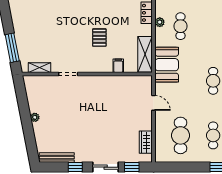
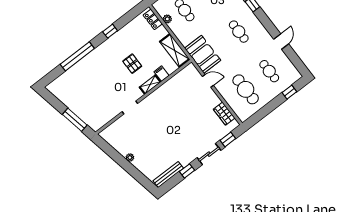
booth: (167, 65) -> (203, 54), moved
shelving: (40, 68) -> (150, 85), moved

